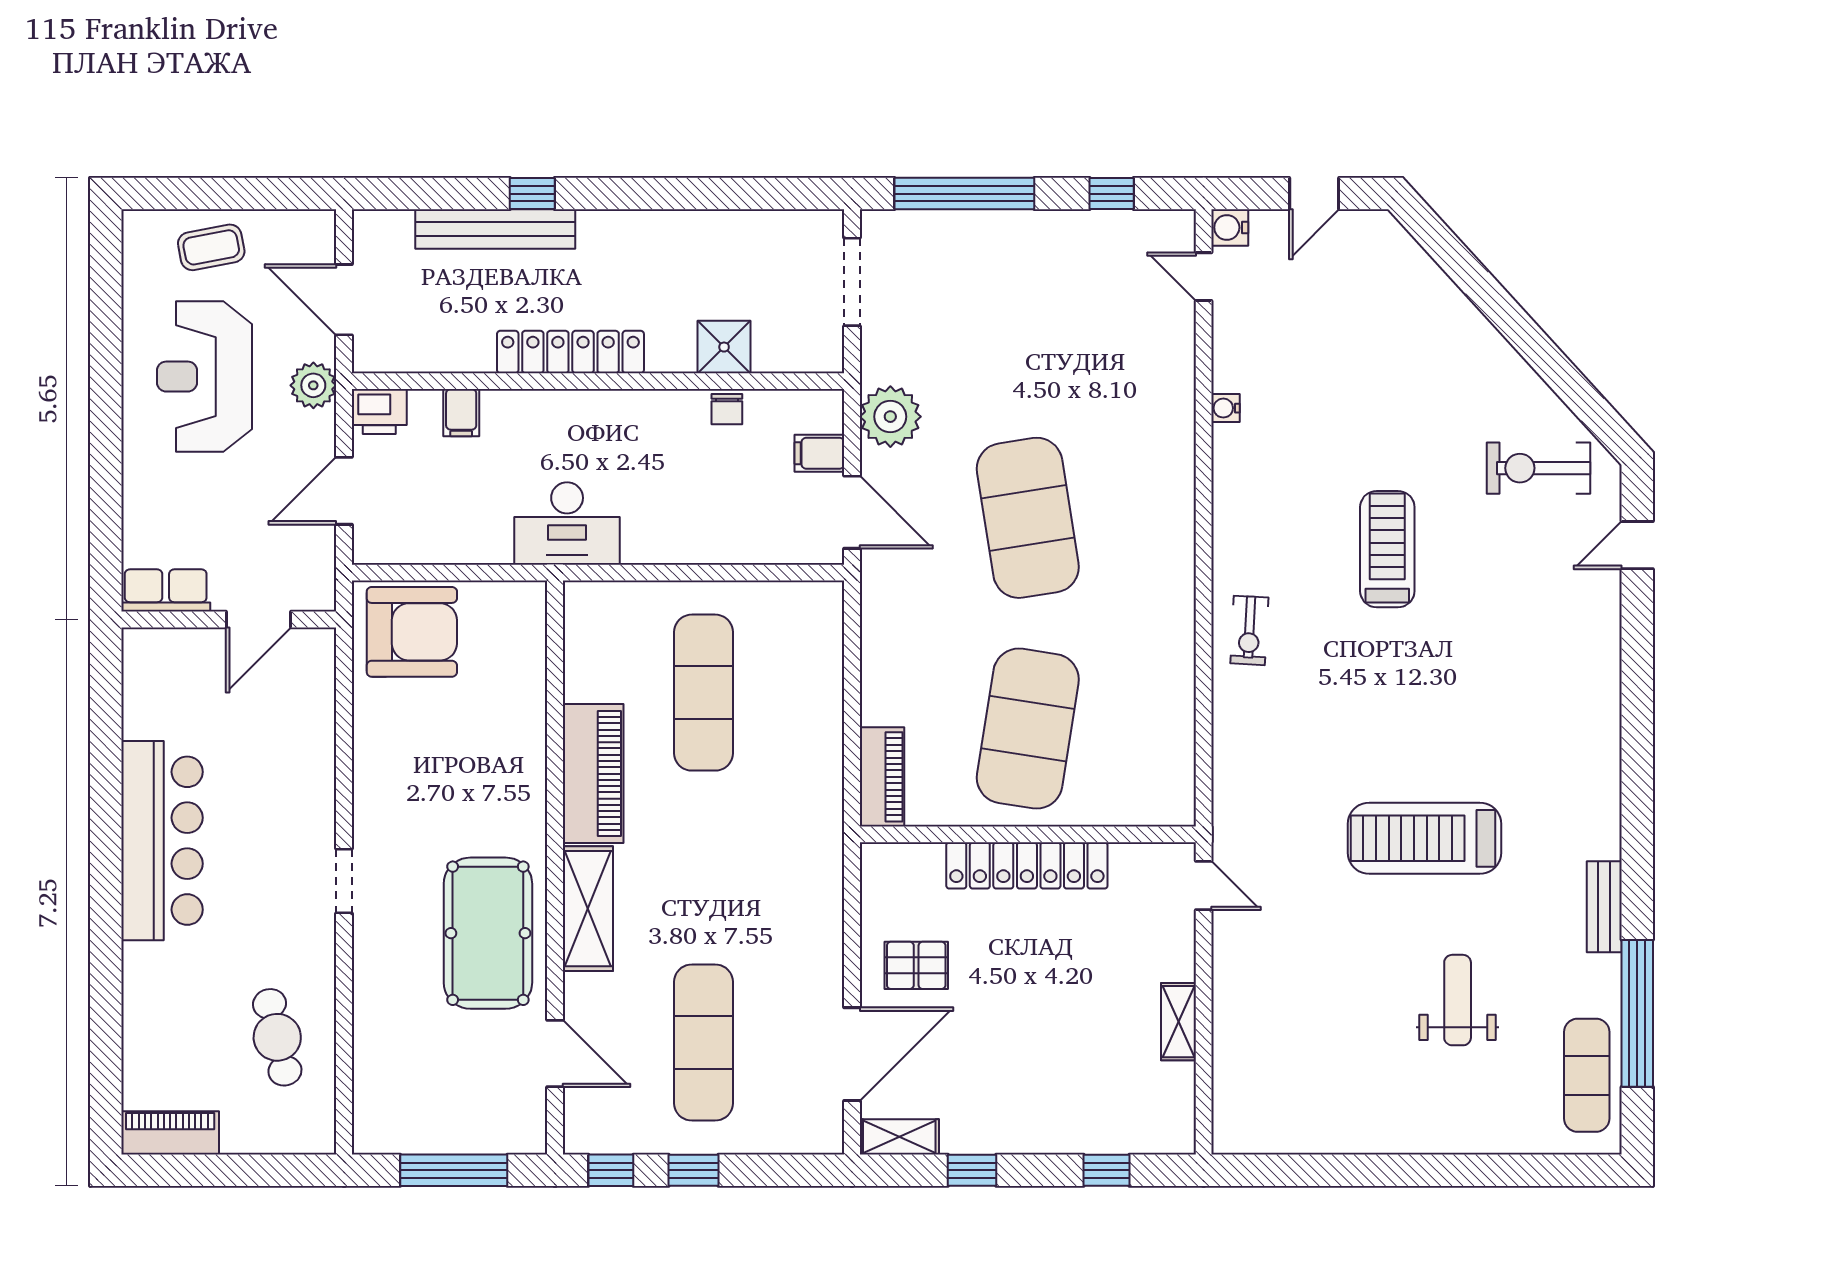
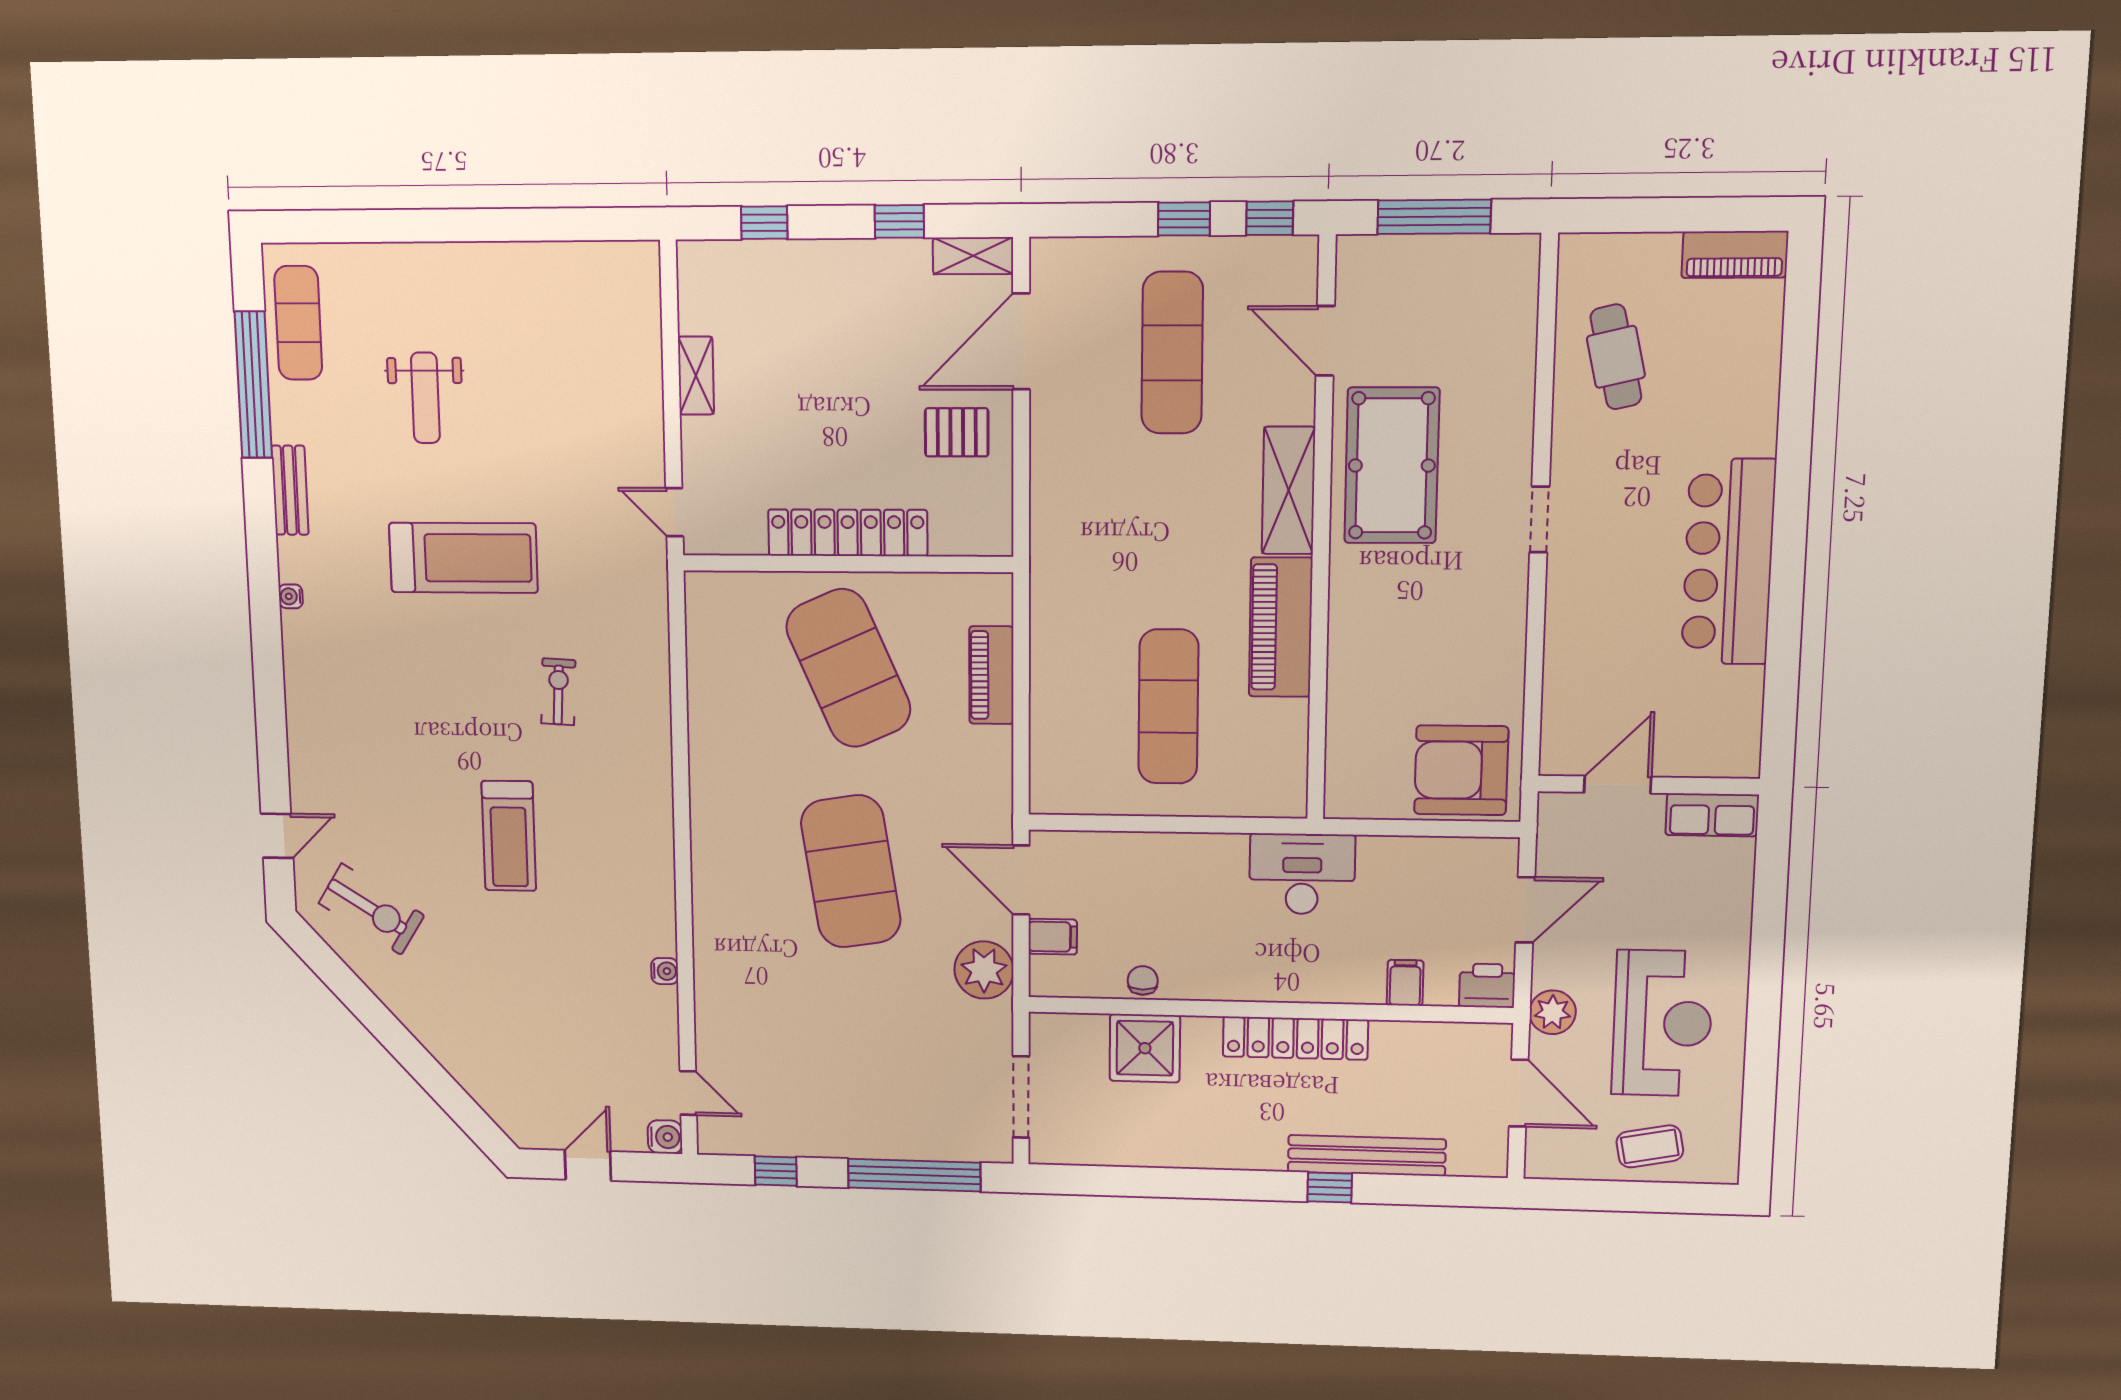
shower: (724, 347) -> (1145, 1048), width x1.36, depth x1.36
exercise bike: (1539, 468) -> (371, 909), turned 32
exercise bike: (1249, 630) -> (558, 692), moved
exercise mat: (1028, 729) -> (848, 668), turned -33
piano: (882, 777) -> (991, 675), moved
water cooler: (1609, 798) -> (291, 596), added

